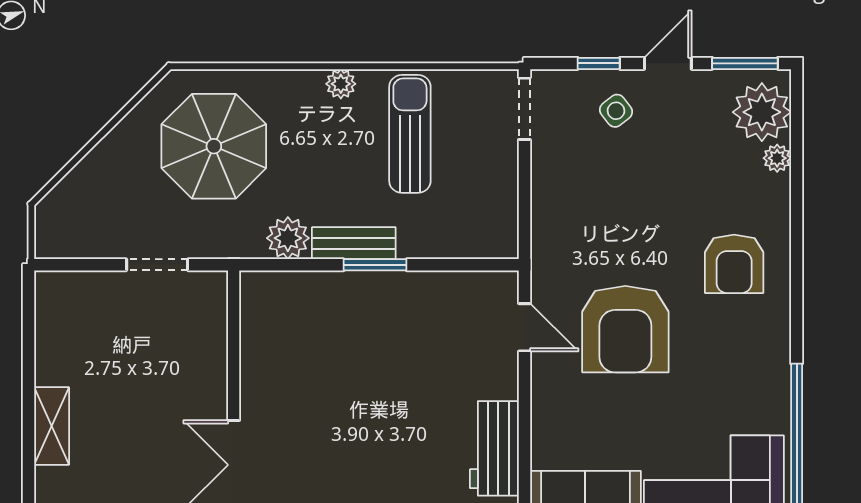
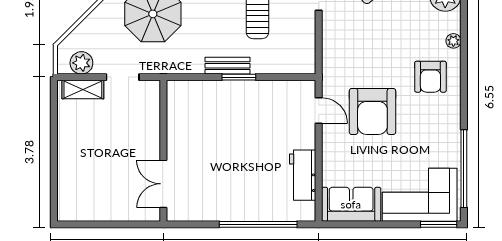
plant: (777, 158) -> (453, 41), moved
plant: (288, 238) -> (81, 63), moved
shelving: (52, 426) -> (83, 89), moved, turned 90

